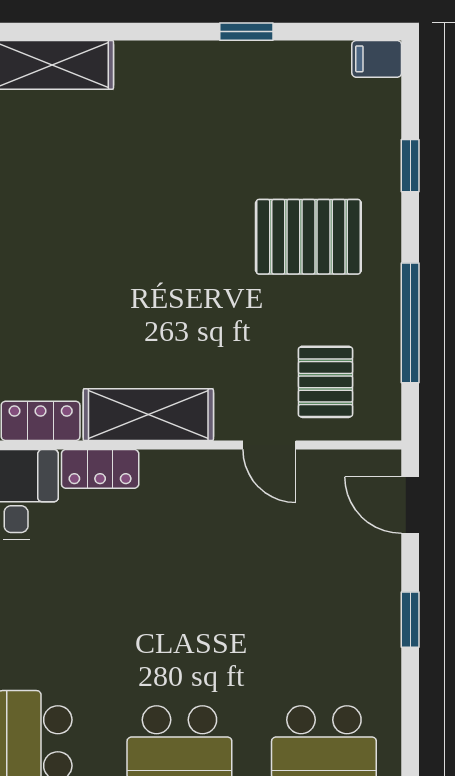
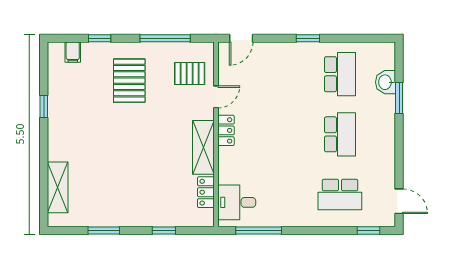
filing cabinet: (377, 59) -> (73, 52), moved
locker: (100, 469) -> (226, 130), moved
window: (410, 620) -> (308, 38), moved

